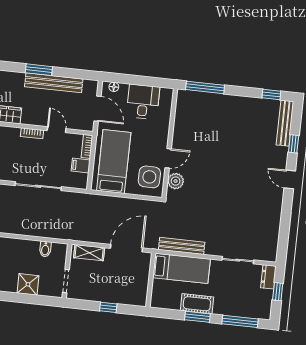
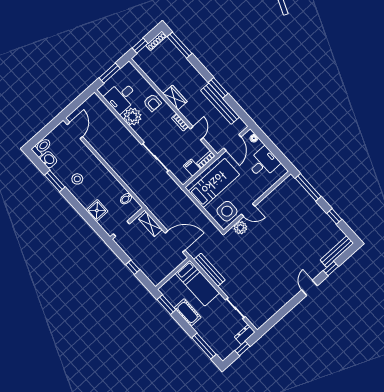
window: (271, 95) -> (334, 216), moved
window: (197, 317) -> (166, 305), moved

